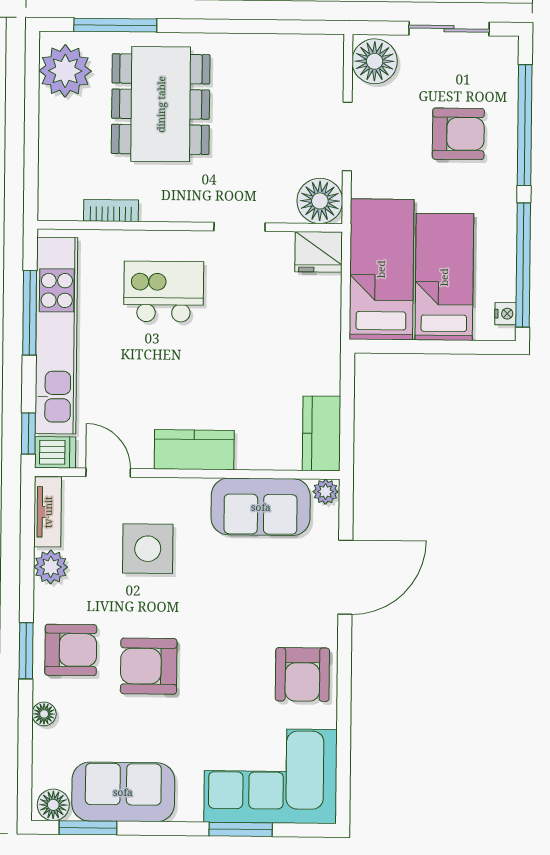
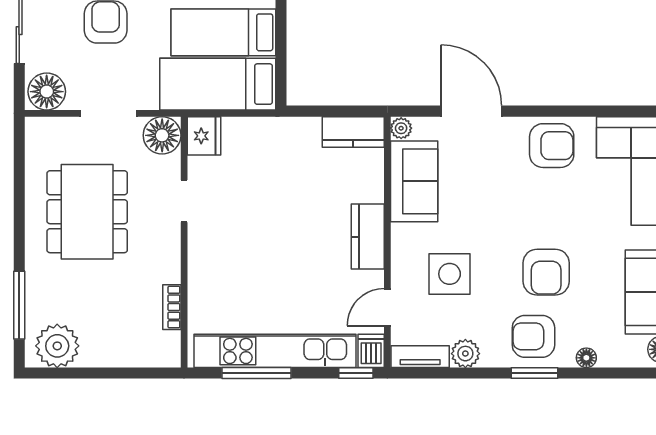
dining table: (161, 104) -> (87, 212), moved, turned 90
kitchen island: (164, 292) -> (238, 263), removed
armchair: (71, 650) -> (533, 336), turned -90

